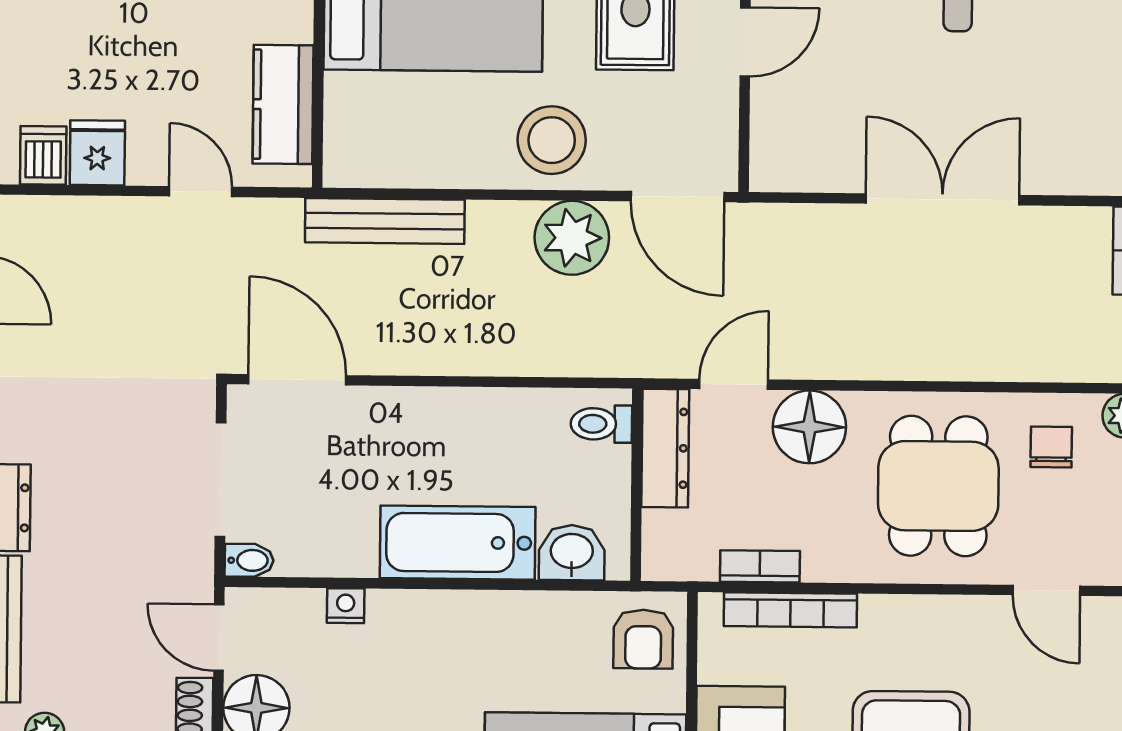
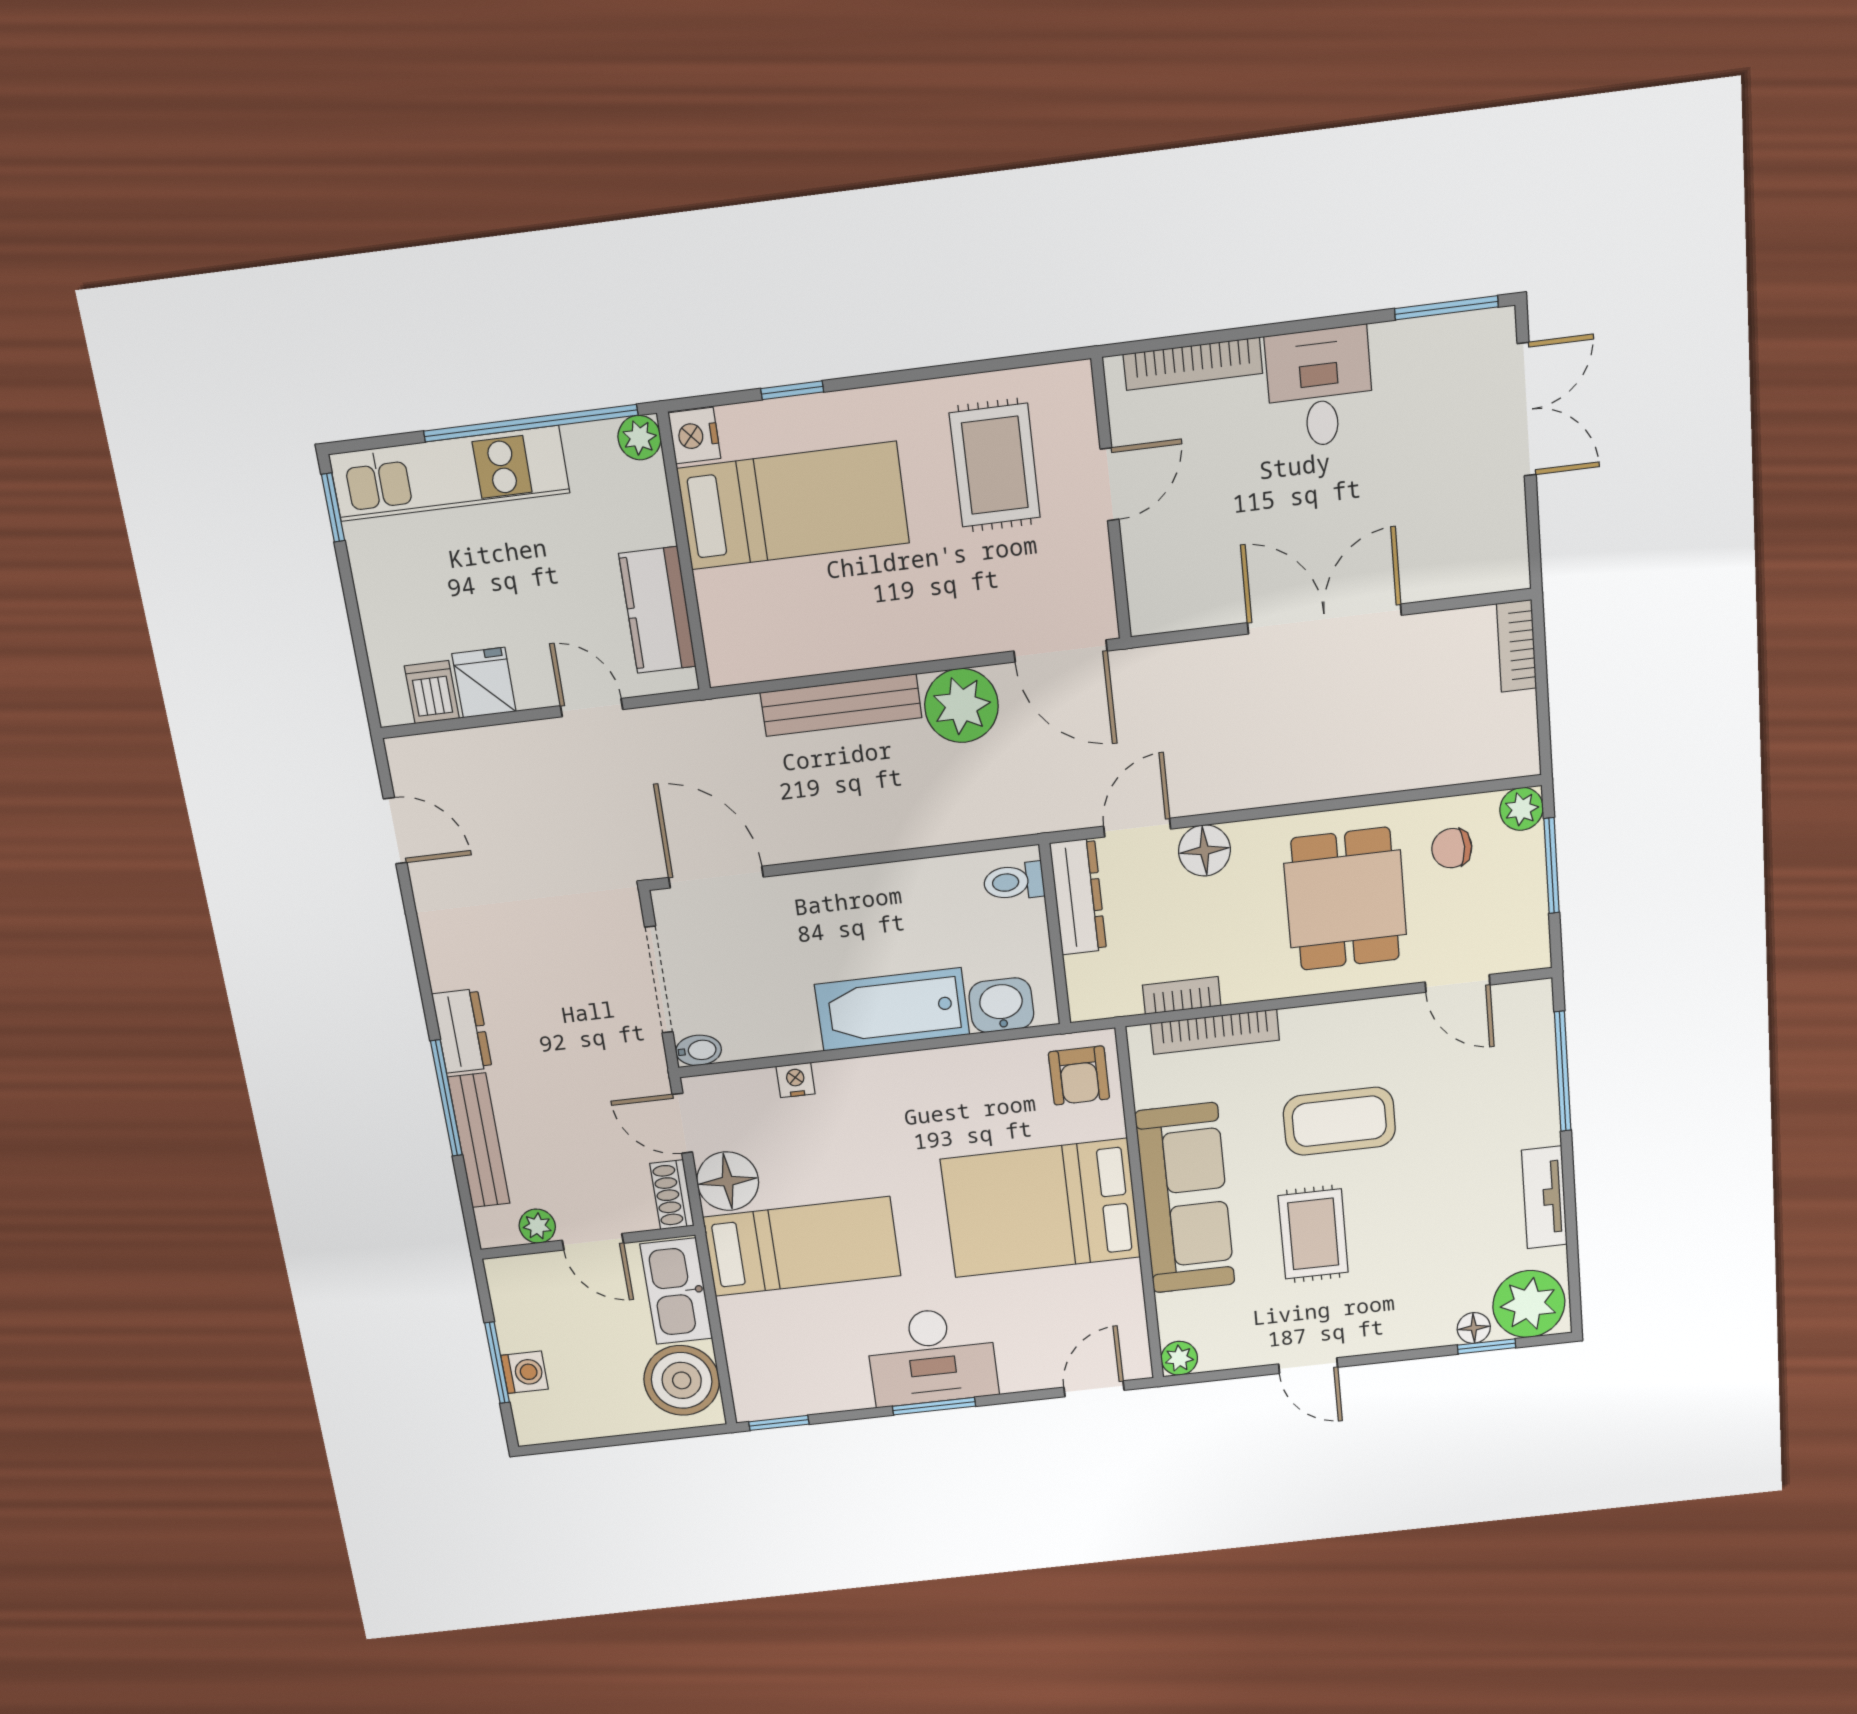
stool: (552, 140) -> (928, 611), removed
bench: (385, 221) -> (841, 705), moved
floor lamp: (809, 427) -> (1204, 850), width x0.73, depth x0.73
chair: (1051, 447) -> (1452, 848), turned -90

